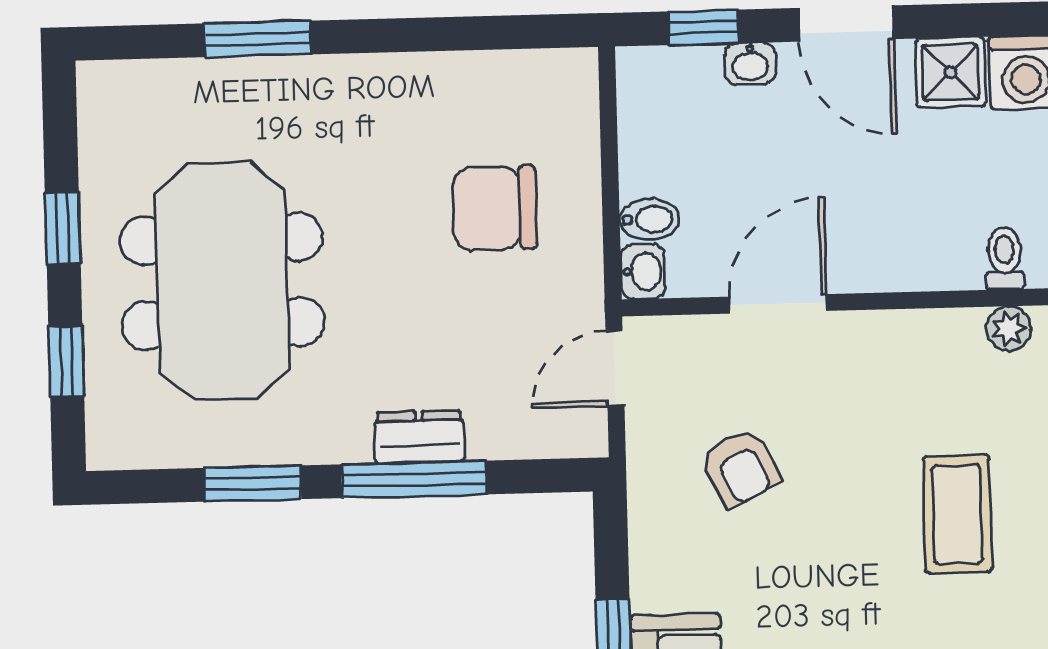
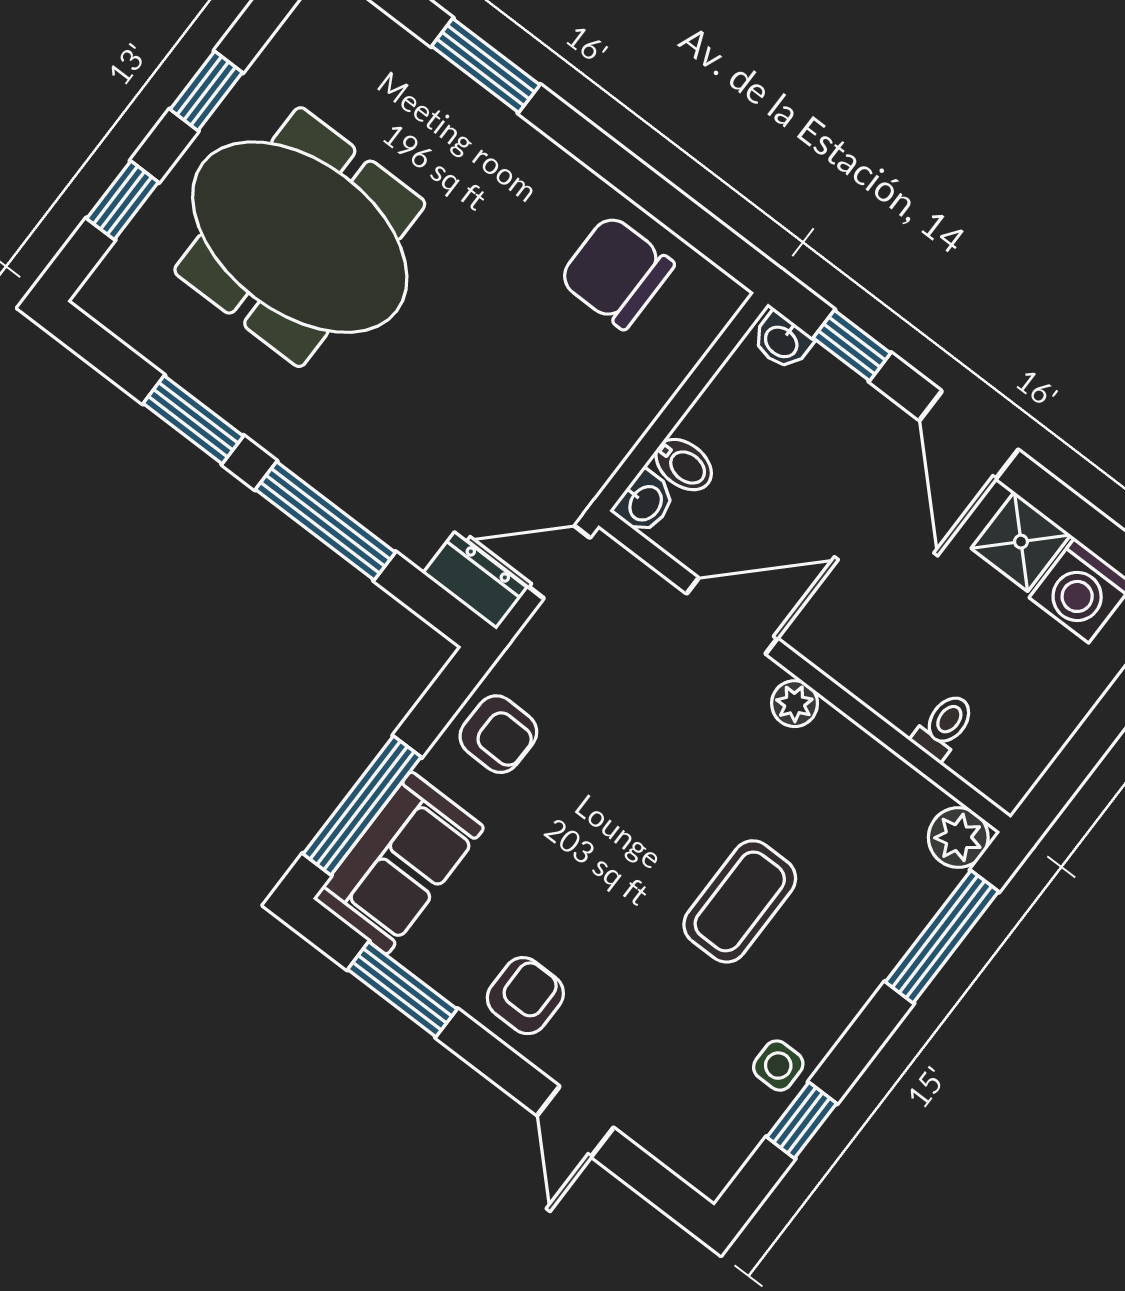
washbasin: (750, 64) -> (782, 341), moved
chair: (494, 208) -> (616, 272), moved
meeting table: (222, 281) -> (300, 237), turned 90
plant: (1009, 328) -> (795, 704), moved
dresser: (419, 437) -> (475, 581), moved
armchair: (741, 468) -> (498, 734), moved, turned -63

